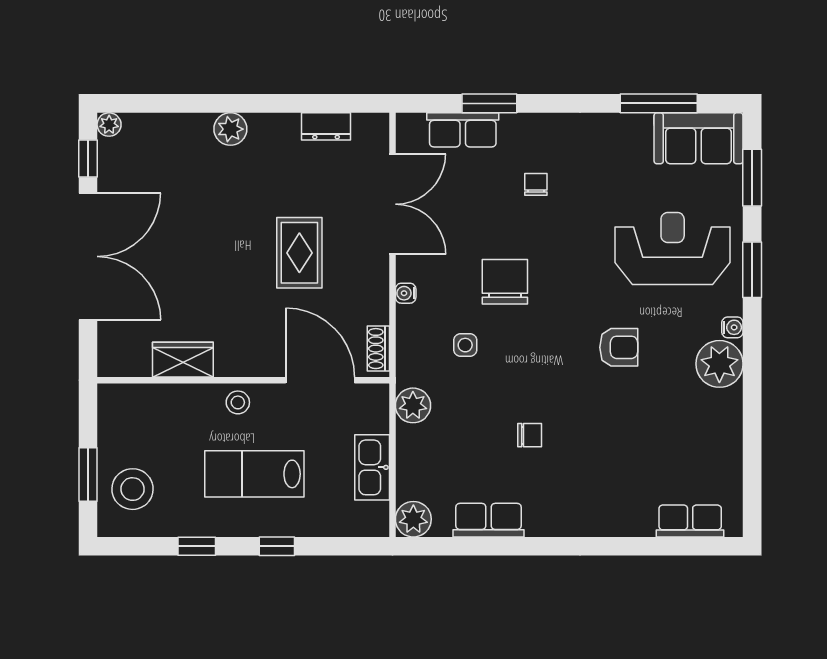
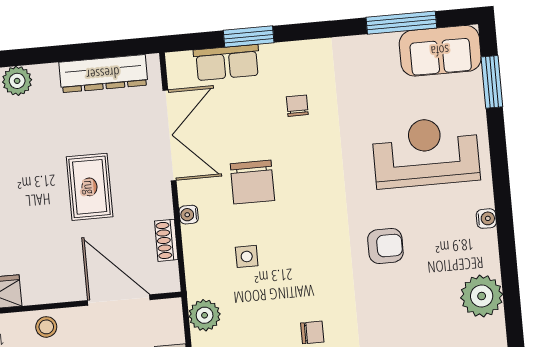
dresser: (326, 126) -> (103, 74), width x1.96, depth x1.24
window: (752, 270) -> (499, 165), removed
chair: (505, 282) -> (252, 182), moved, turned 180
shoe rack: (378, 349) -> (166, 240), moved
plant: (719, 364) -> (482, 296), moved

